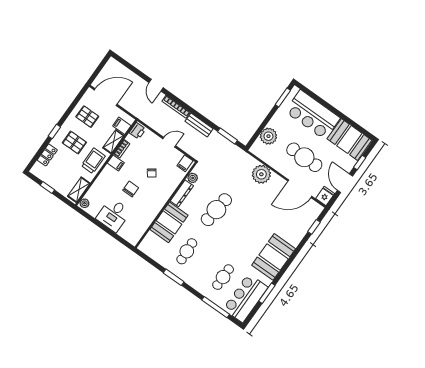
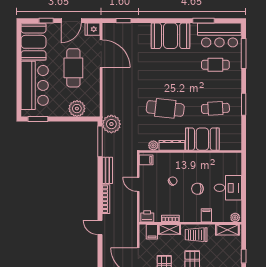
door: (156, 85) -> (100, 227), swing flipped
window: (228, 136) -> (100, 141), width x1.44
filing cabinet: (116, 163) -> (206, 215), moved
plant: (261, 174) -> (111, 124), moved

